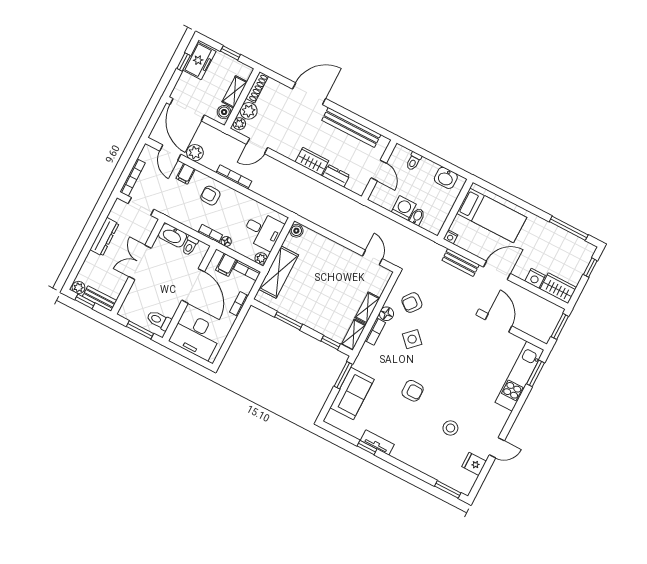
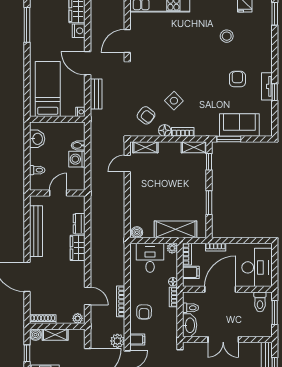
plant: (249, 111) -> (64, 316), removed
boiler: (224, 112) -> (35, 335), moved
shelving: (367, 308) -> (145, 147), moved
armchair: (413, 391) -> (237, 79), moved

